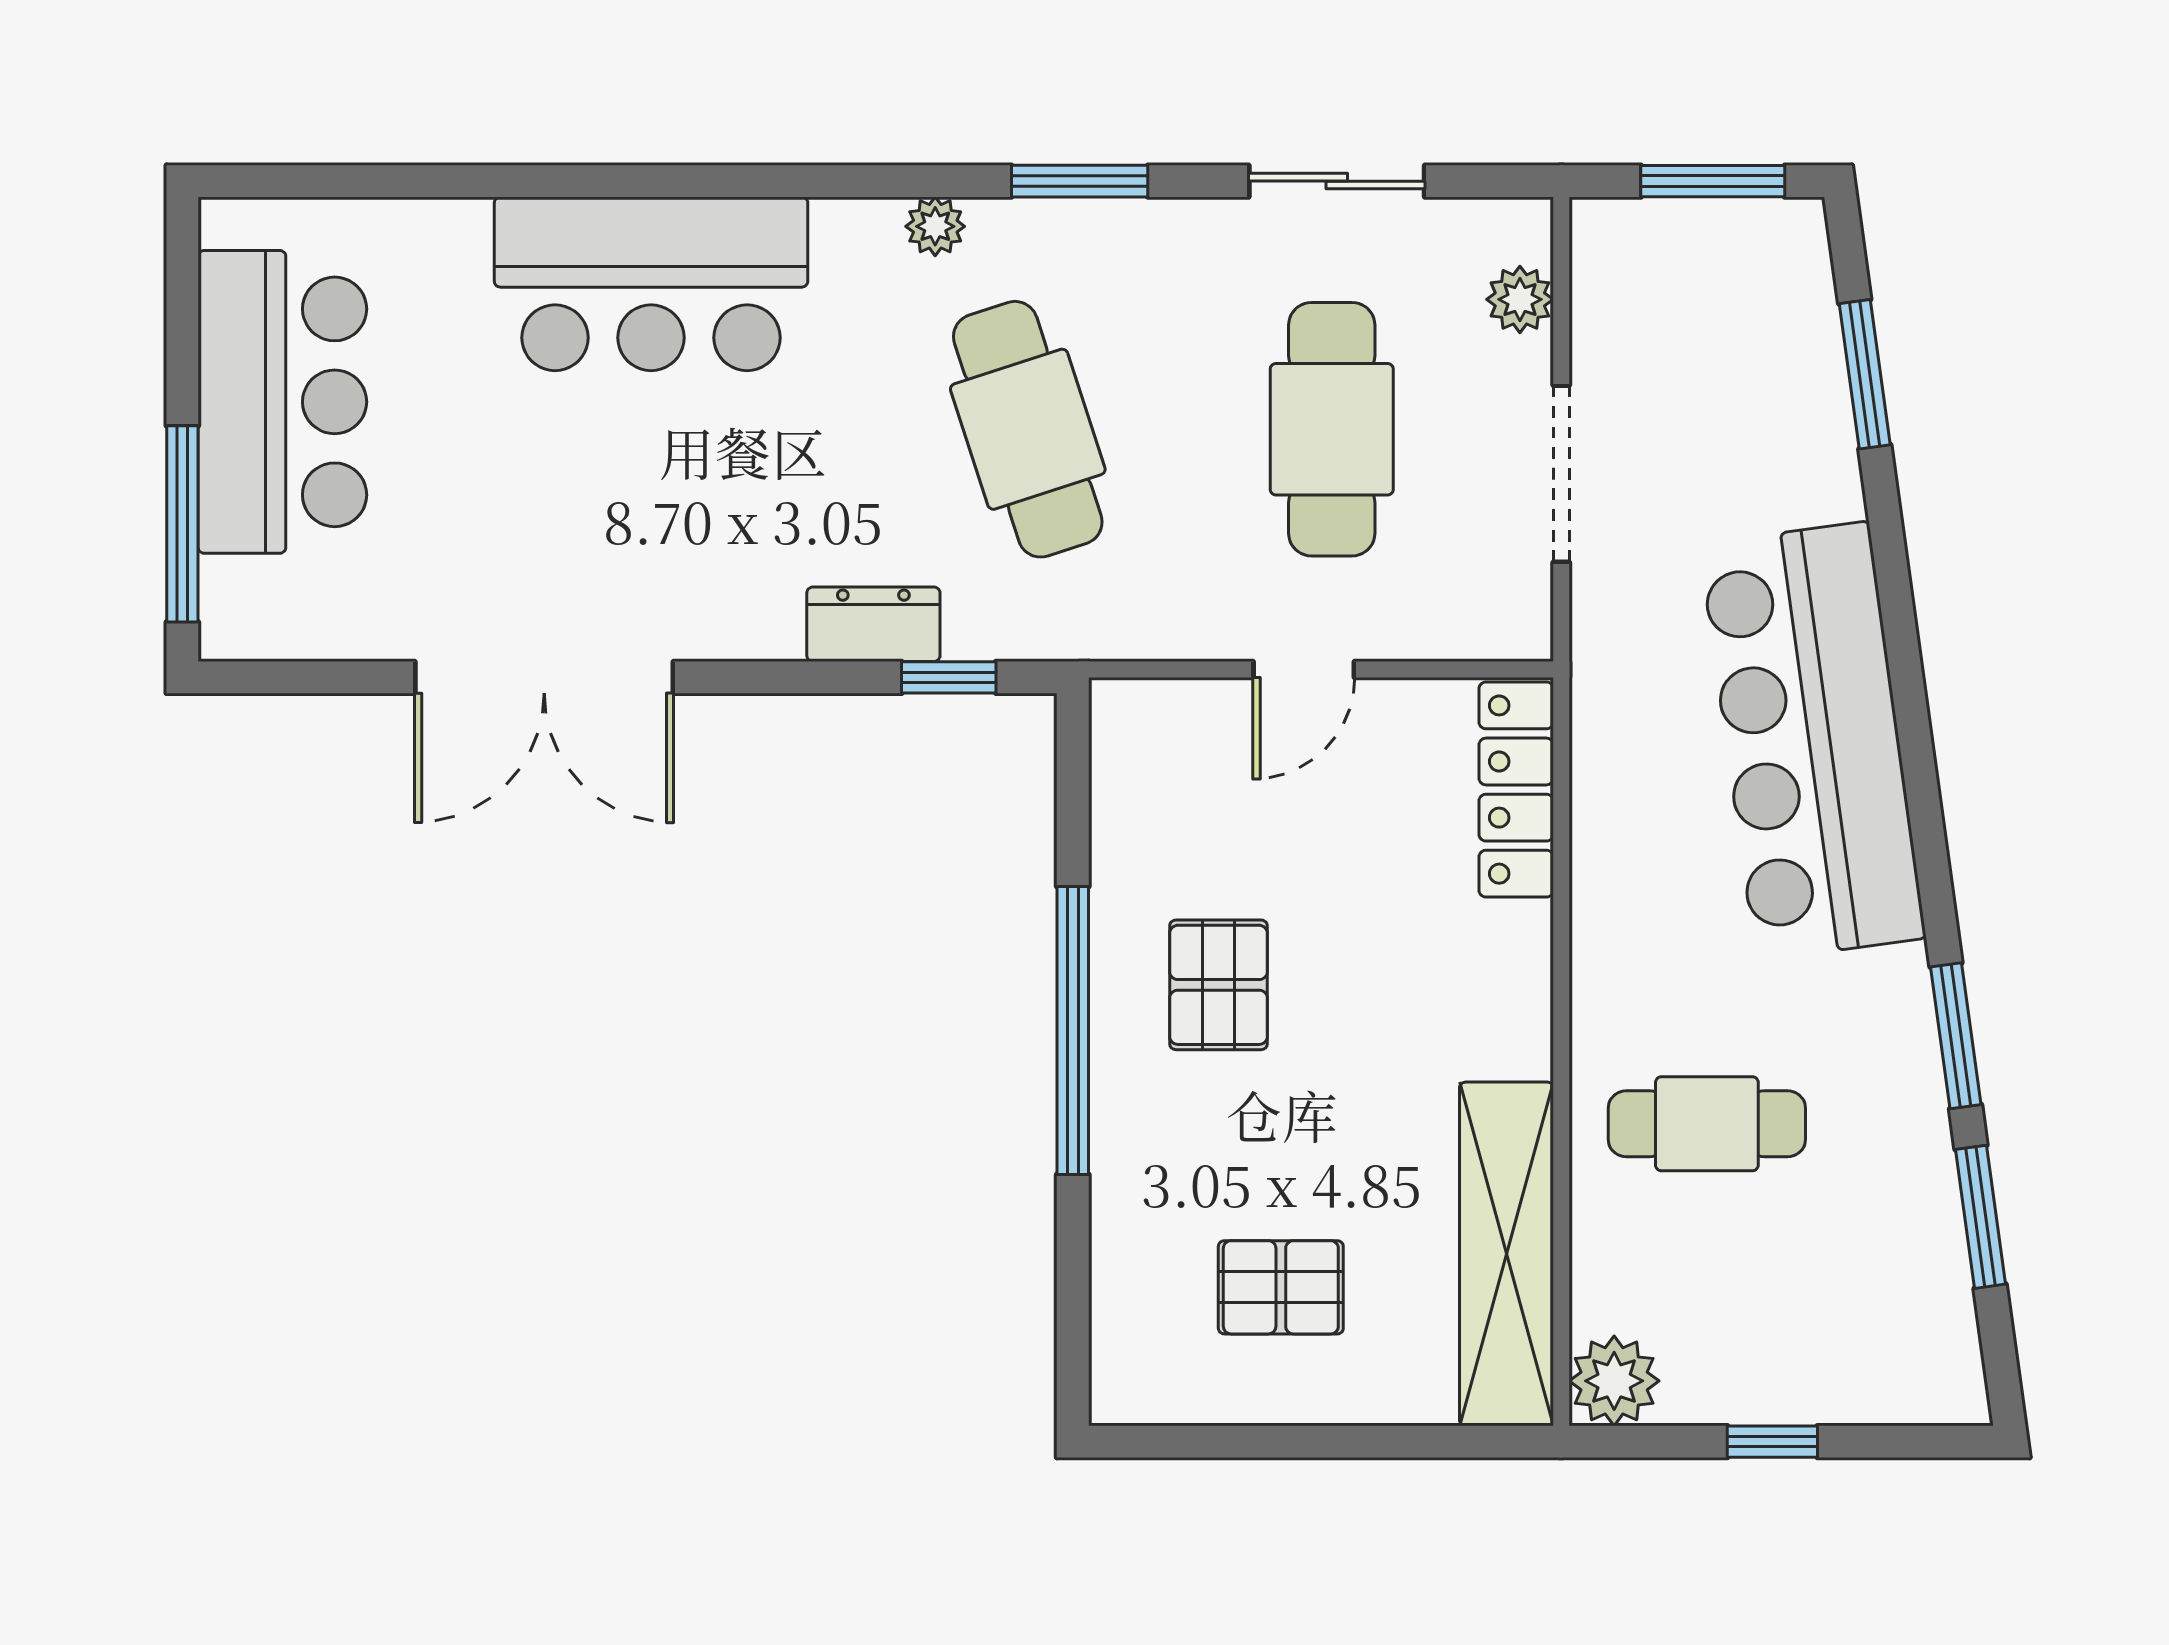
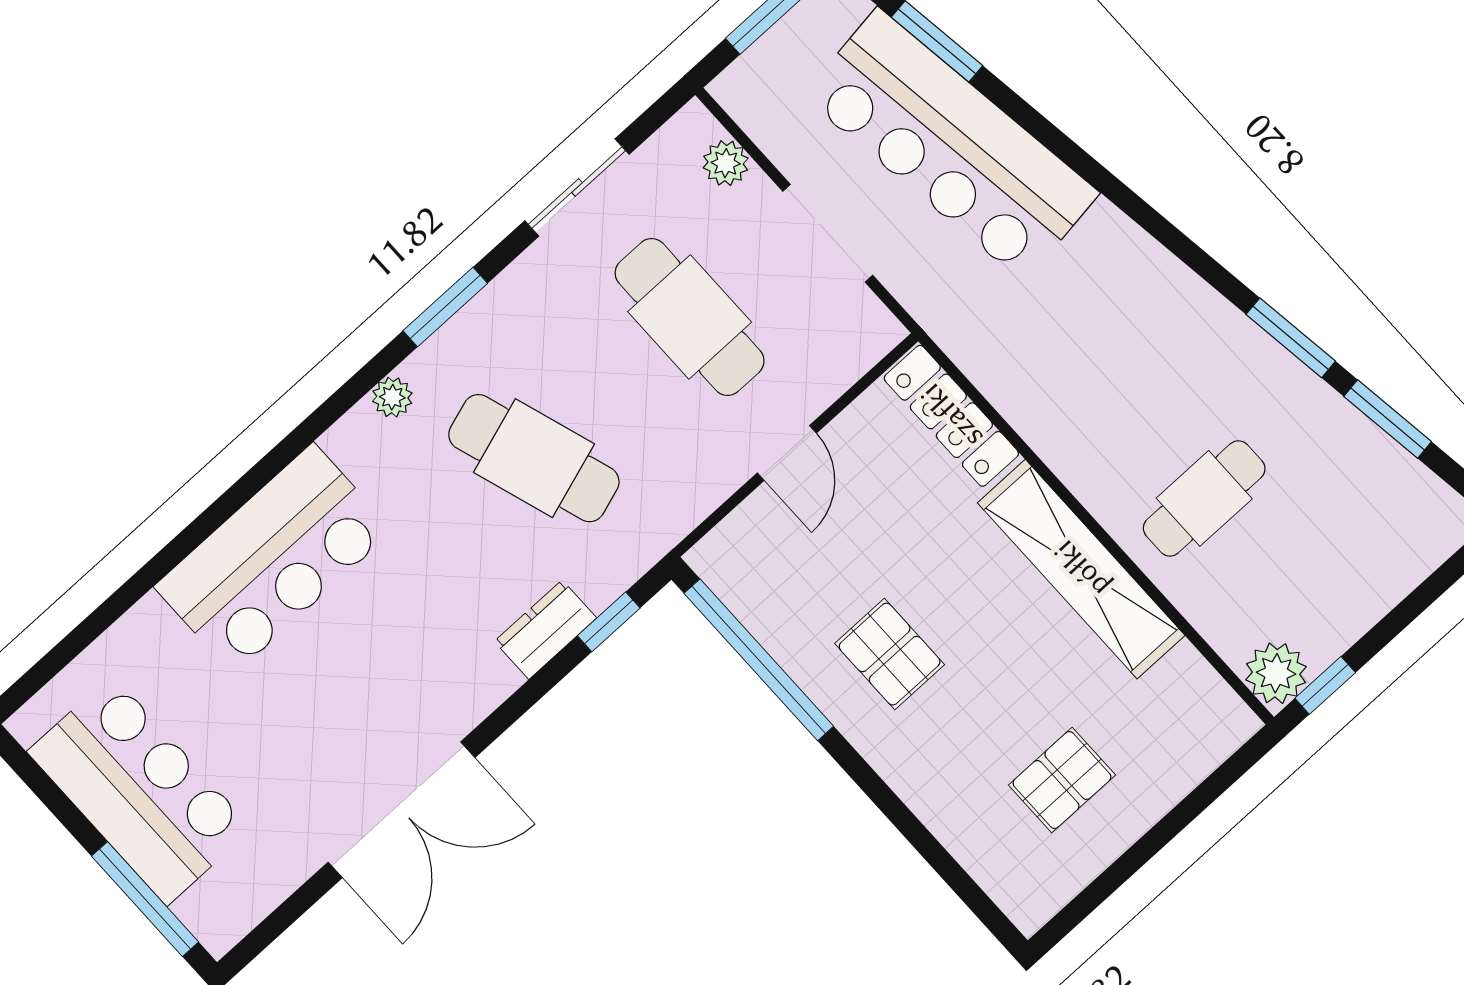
bar counter: (1813, 741) -> (951, 145), moved
window: (1073, 1030) -> (759, 660), moved
shelving: (1506, 1254) -> (1081, 569), moved
window: (1772, 1442) -> (1325, 685), moved

